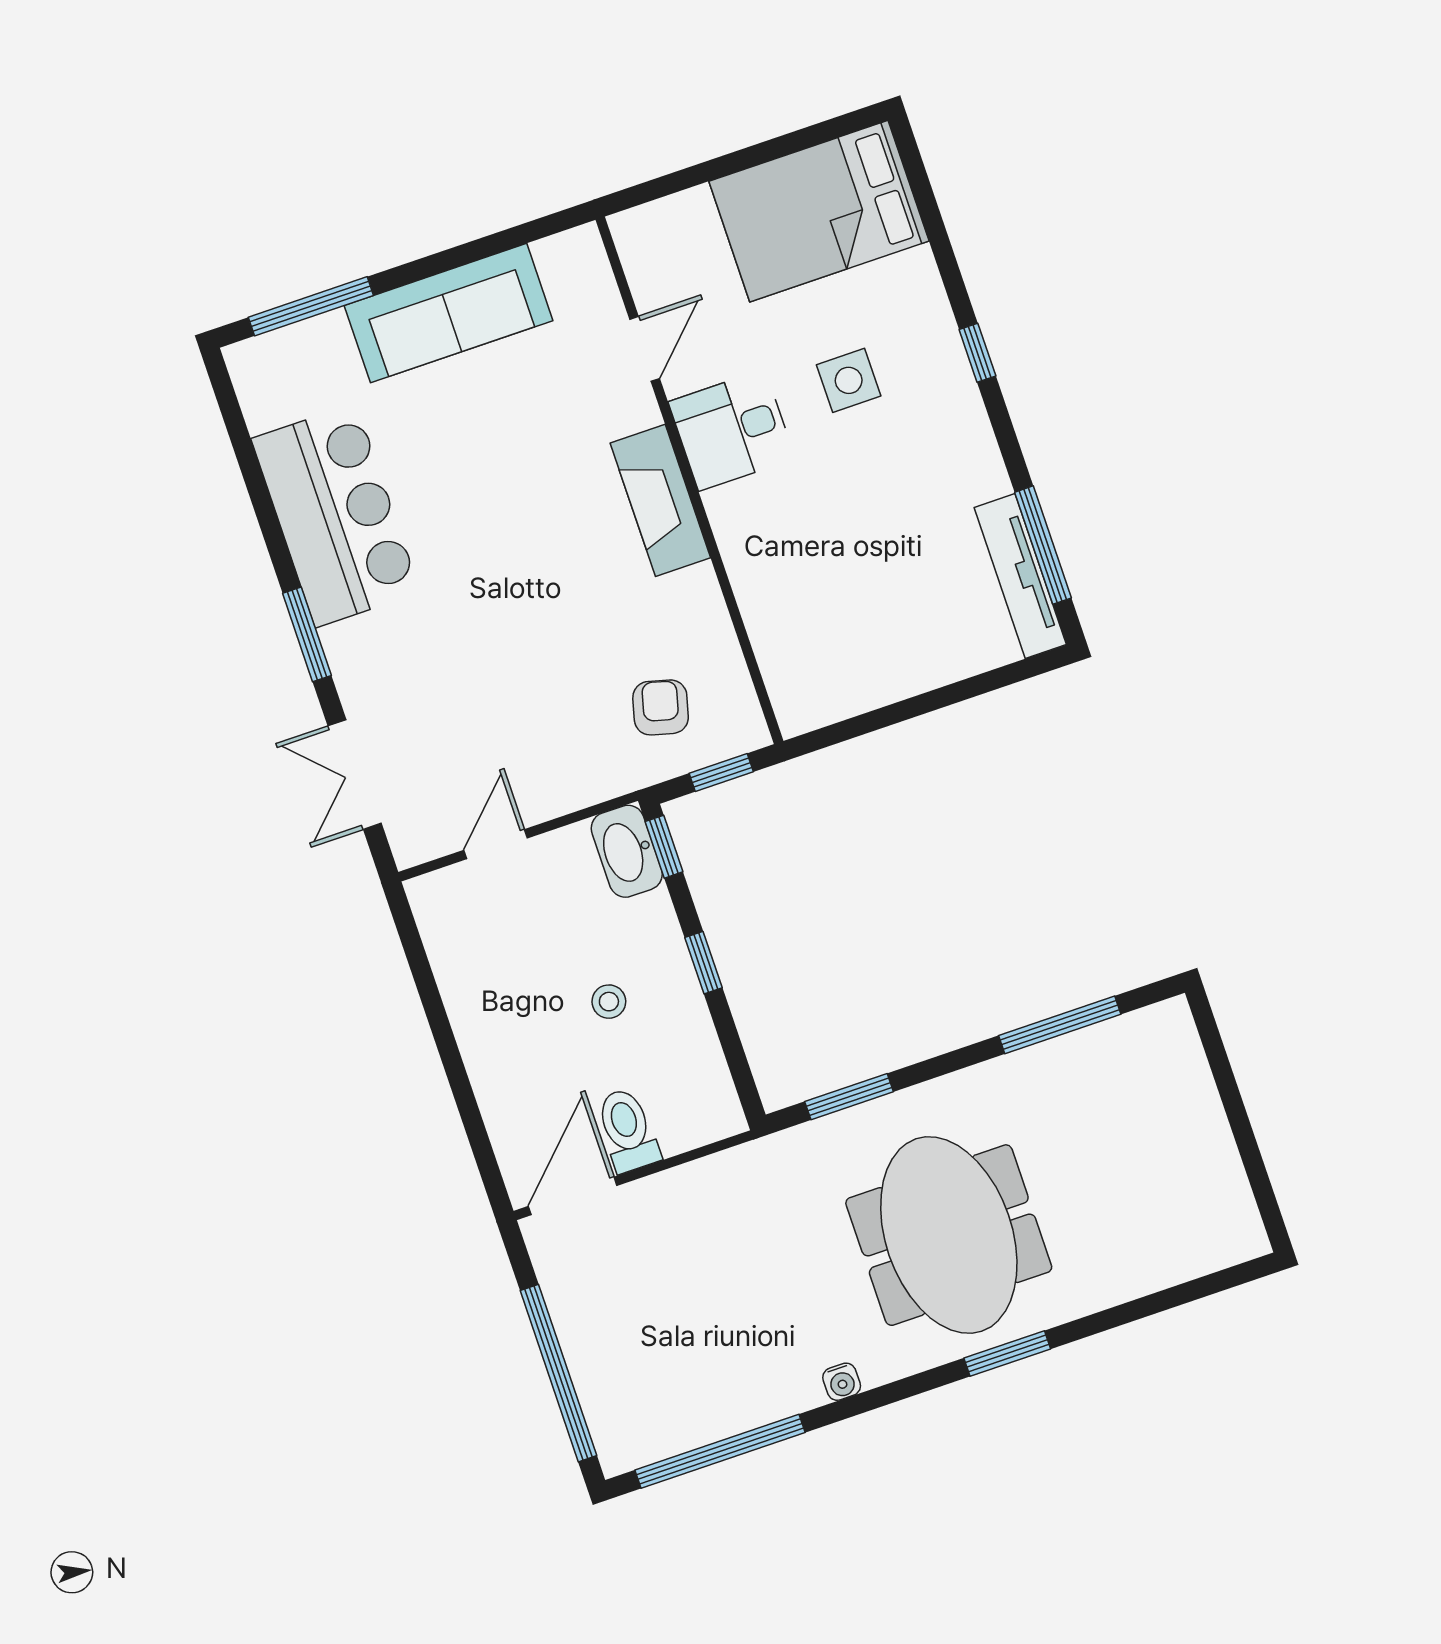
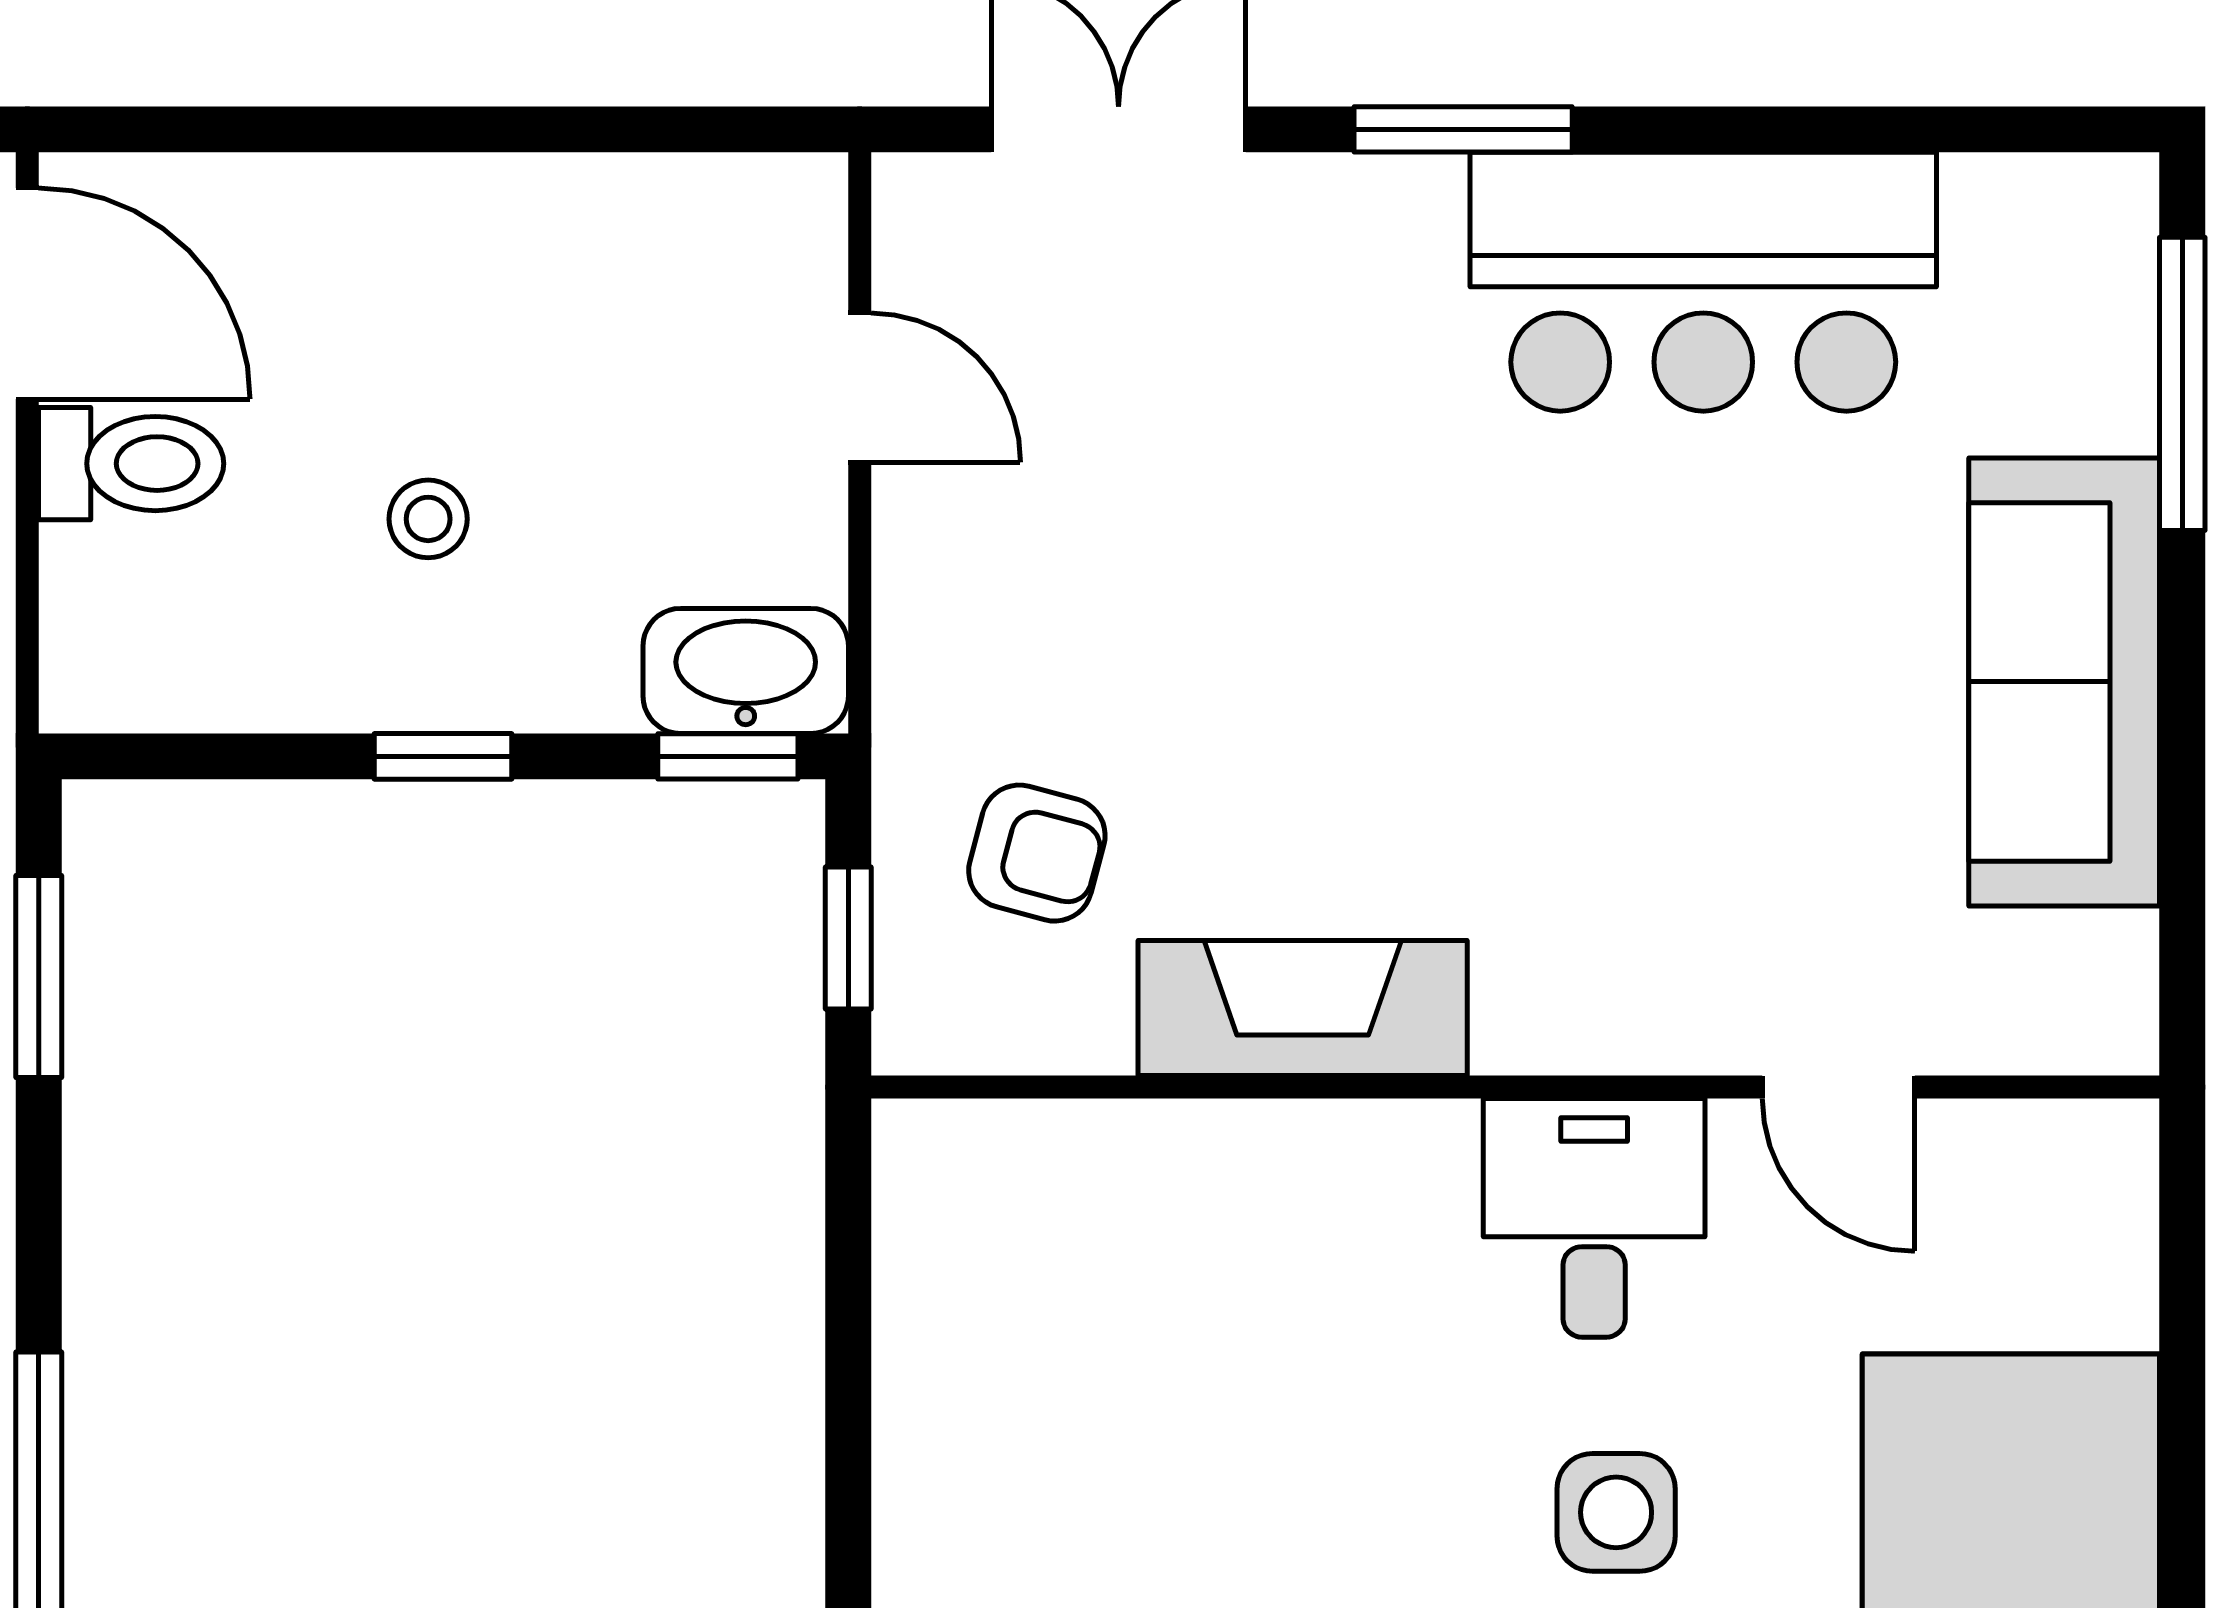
fireplace: (660, 500) -> (1303, 1008), moved

